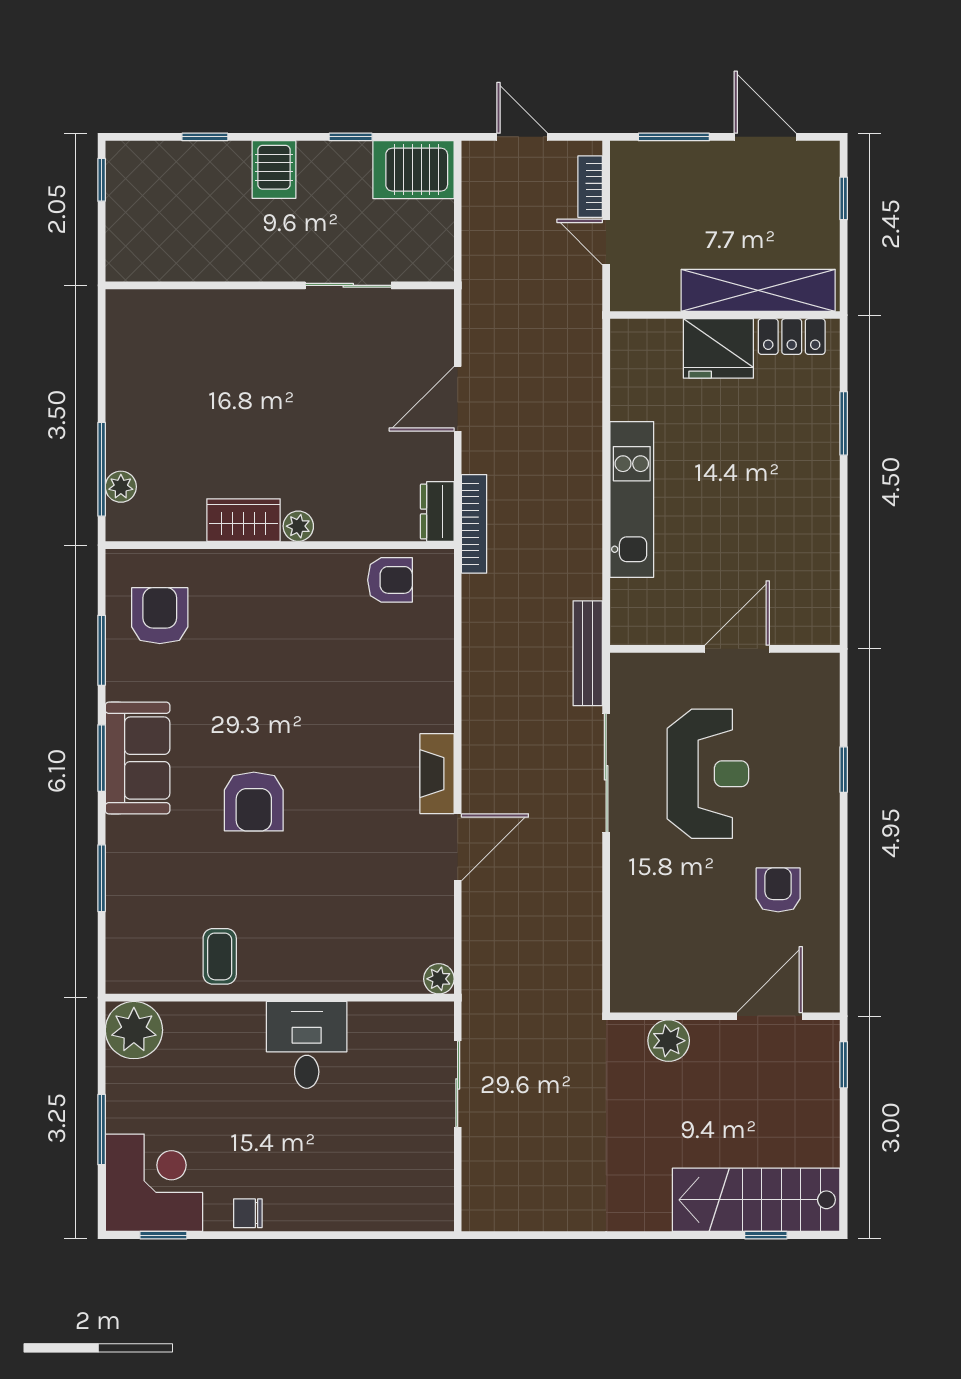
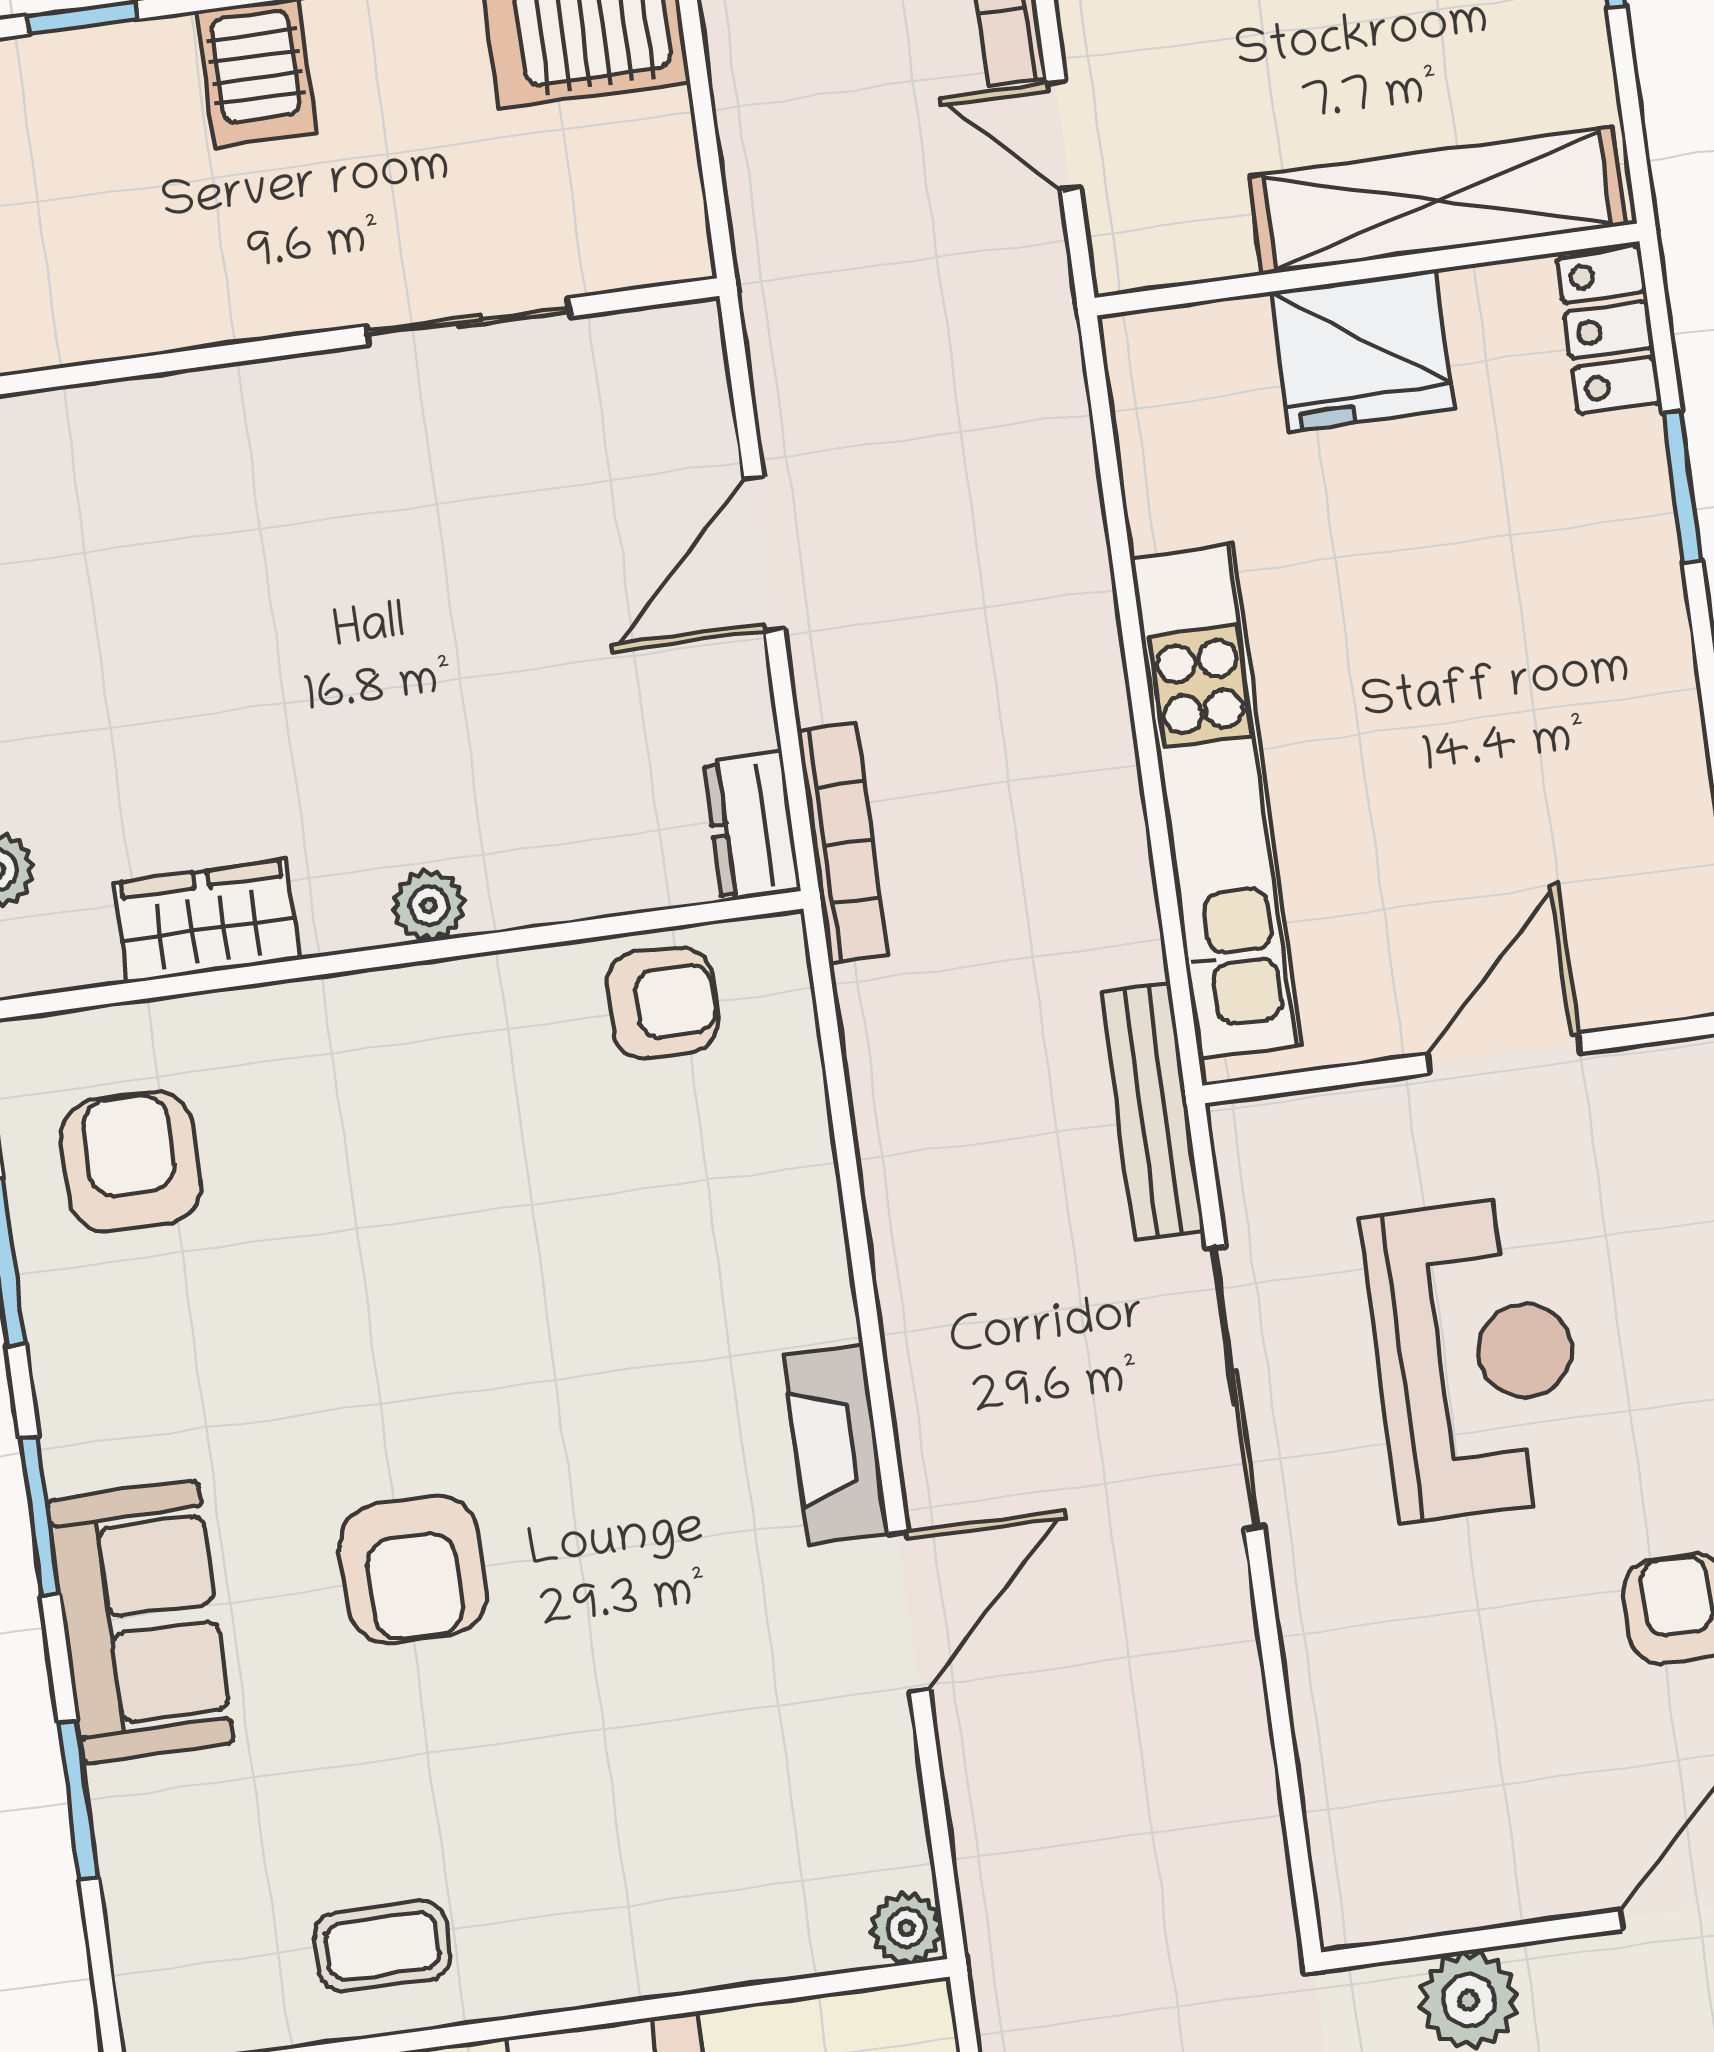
locker: (792, 337) -> (1609, 330), moved, turned 90
kitchen unit: (632, 499) -> (1216, 802), width x1.36
wardrobe: (244, 520) -> (207, 921), moved
sofa: (138, 758) -> (141, 1622), moved
coffee table: (220, 956) -> (382, 1946), turned 90

